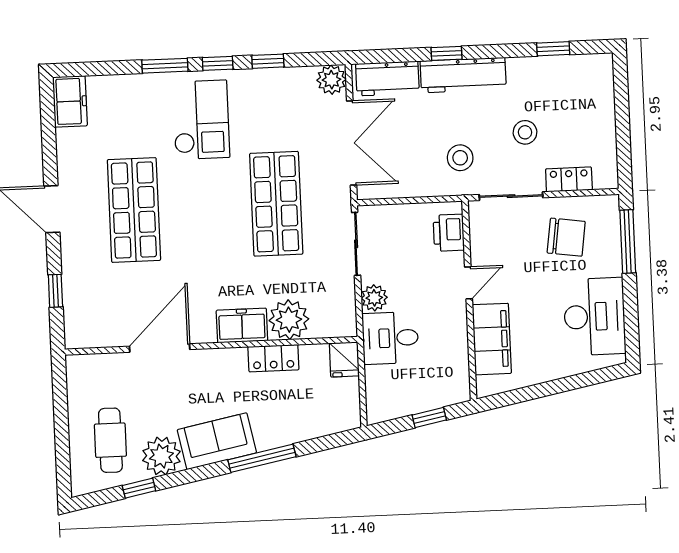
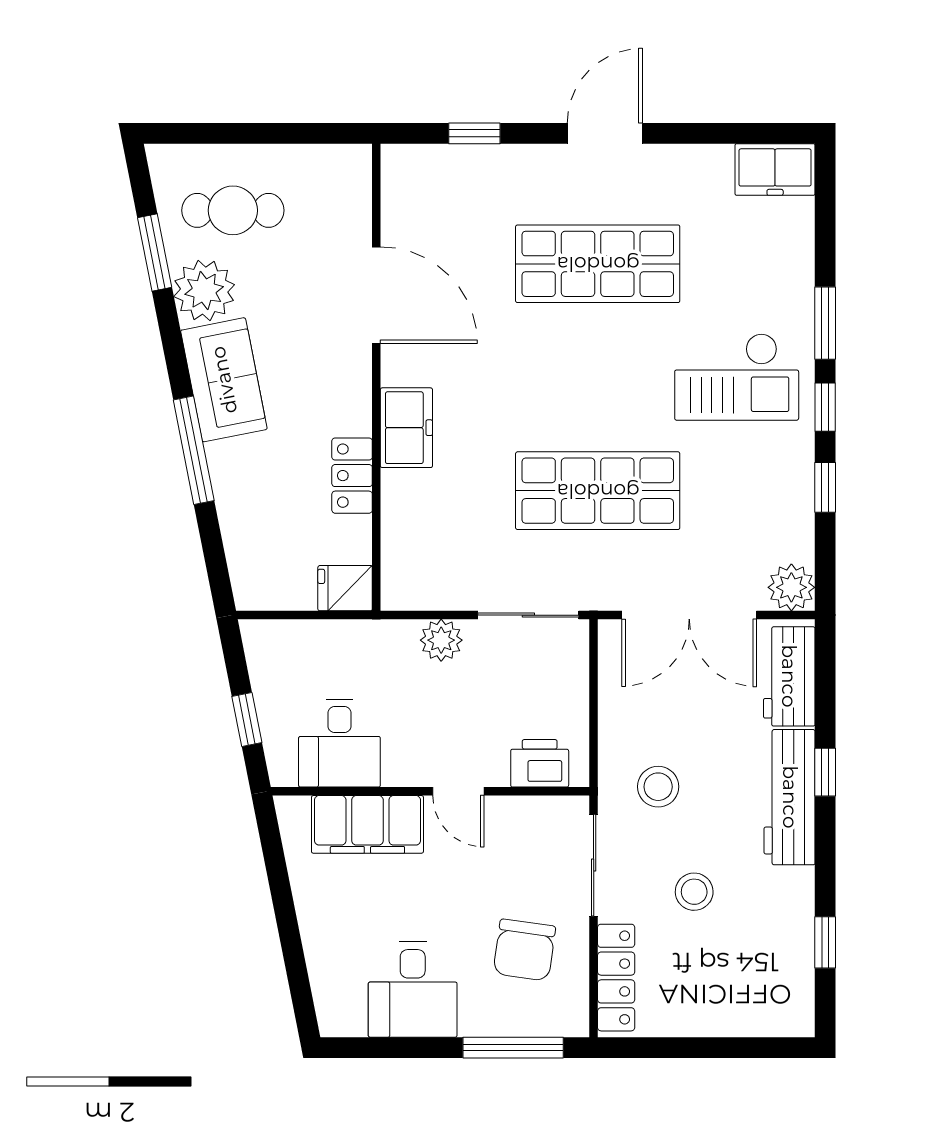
locker: (569, 179) -> (616, 978), width x1.53
desk: (595, 316) -> (413, 990), width x0.73
plant: (289, 320) -> (412, 503), removed
desk: (390, 338) -> (339, 743), moved, turned 180
window: (139, 488) -> (155, 252), width x1.50

